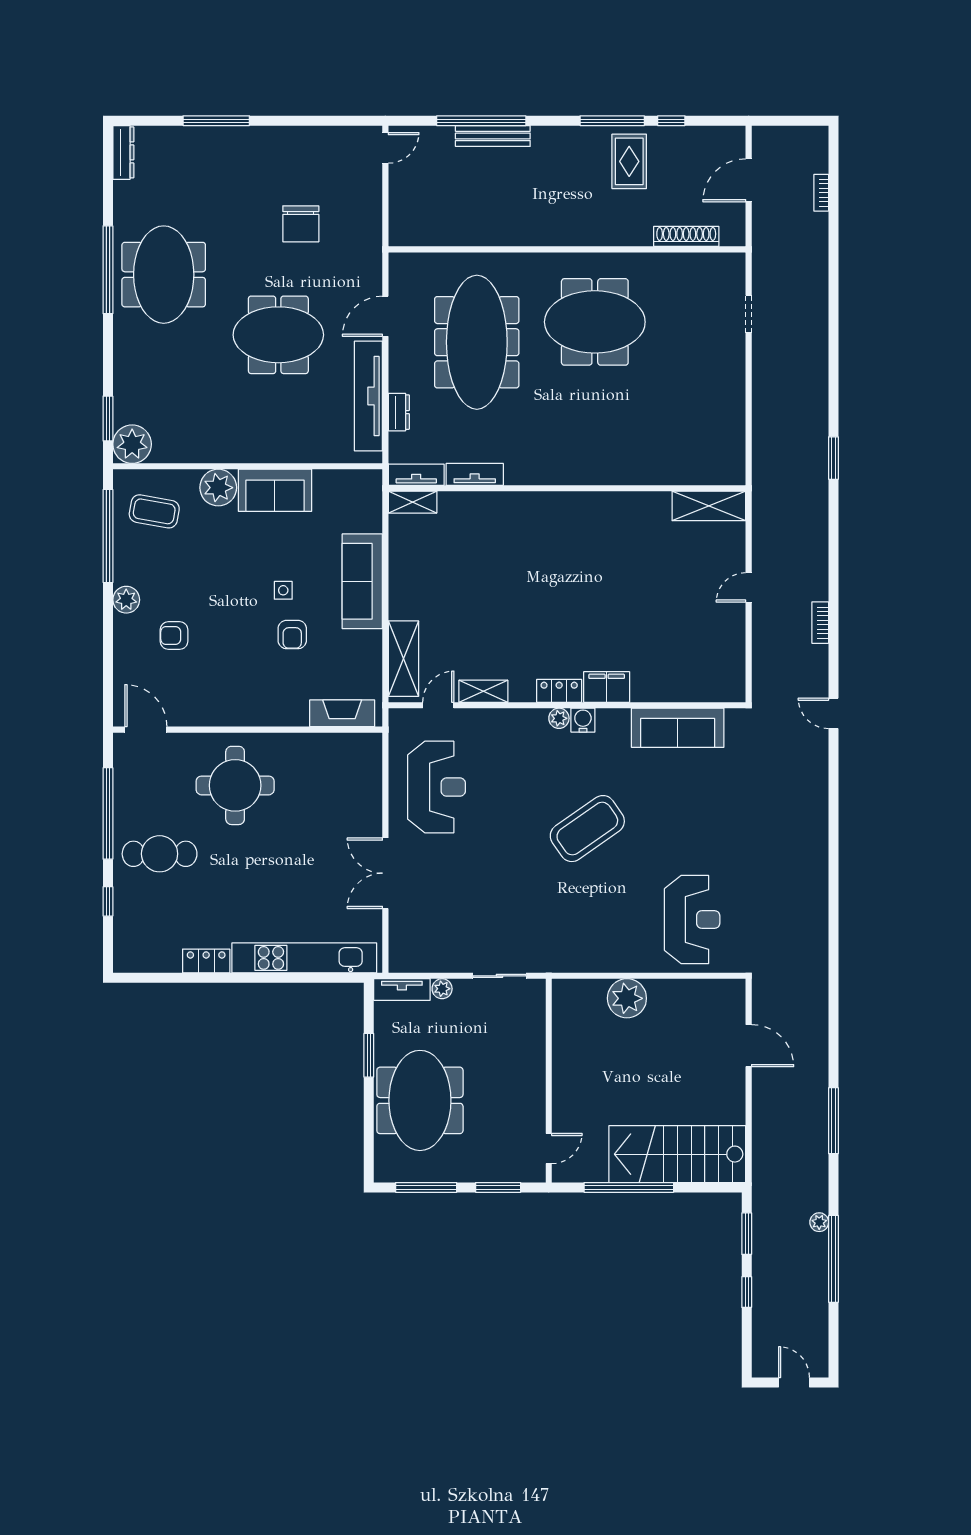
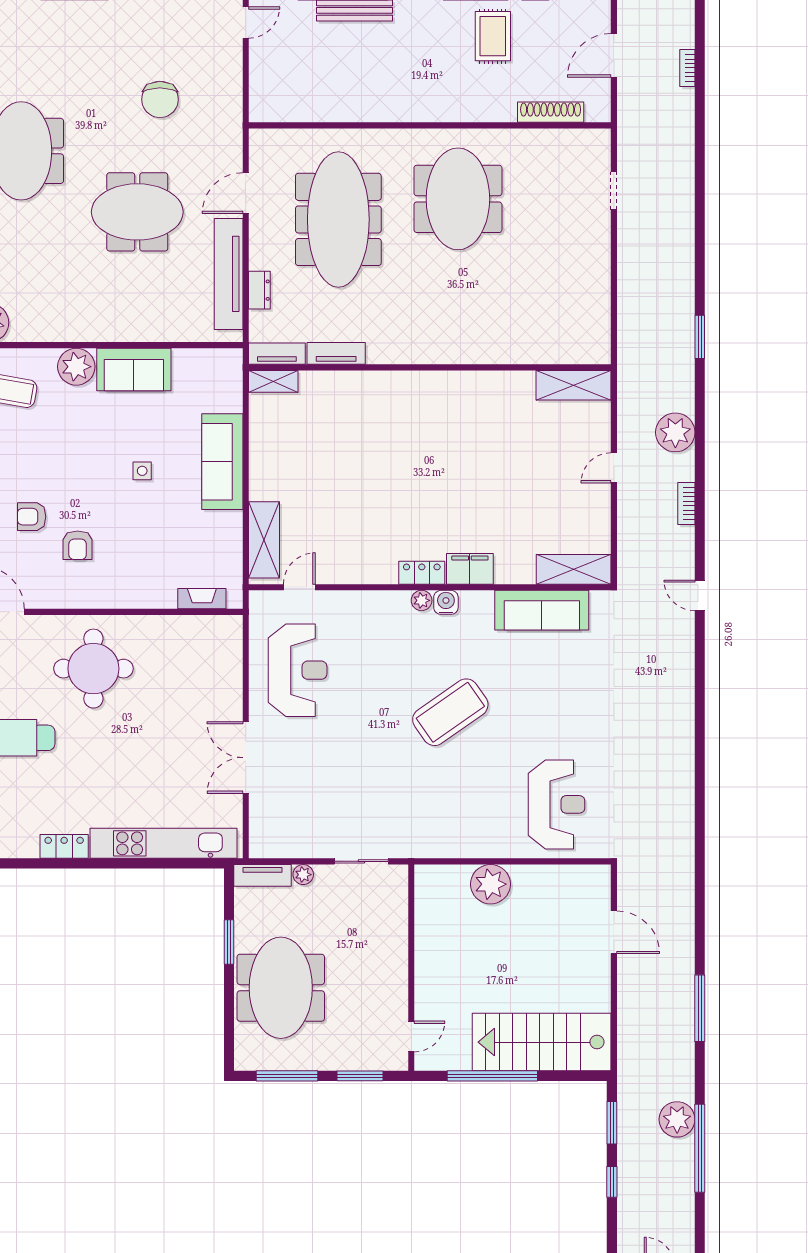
meeting table: (595, 322) -> (458, 199), turned 90
plant: (809, 552) -> (675, 432), added
armchair: (292, 635) -> (78, 545), moved
shelving: (483, 691) -> (574, 569), moved, width x1.50, depth x1.33
fireplace: (342, 713) -> (202, 599), width x0.73, depth x0.76
plant: (819, 1222) -> (677, 1119), width x1.87, depth x1.87

